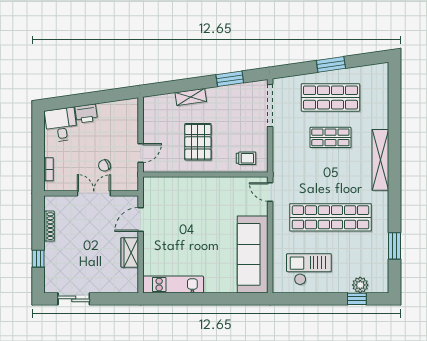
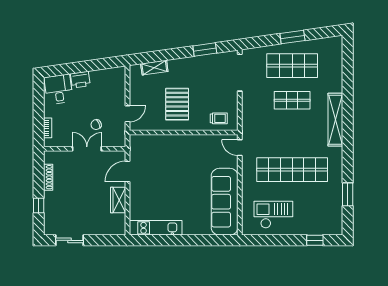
shelving: (191, 97) -> (154, 68), moved
plant: (360, 285) -> (318, 228), removed

